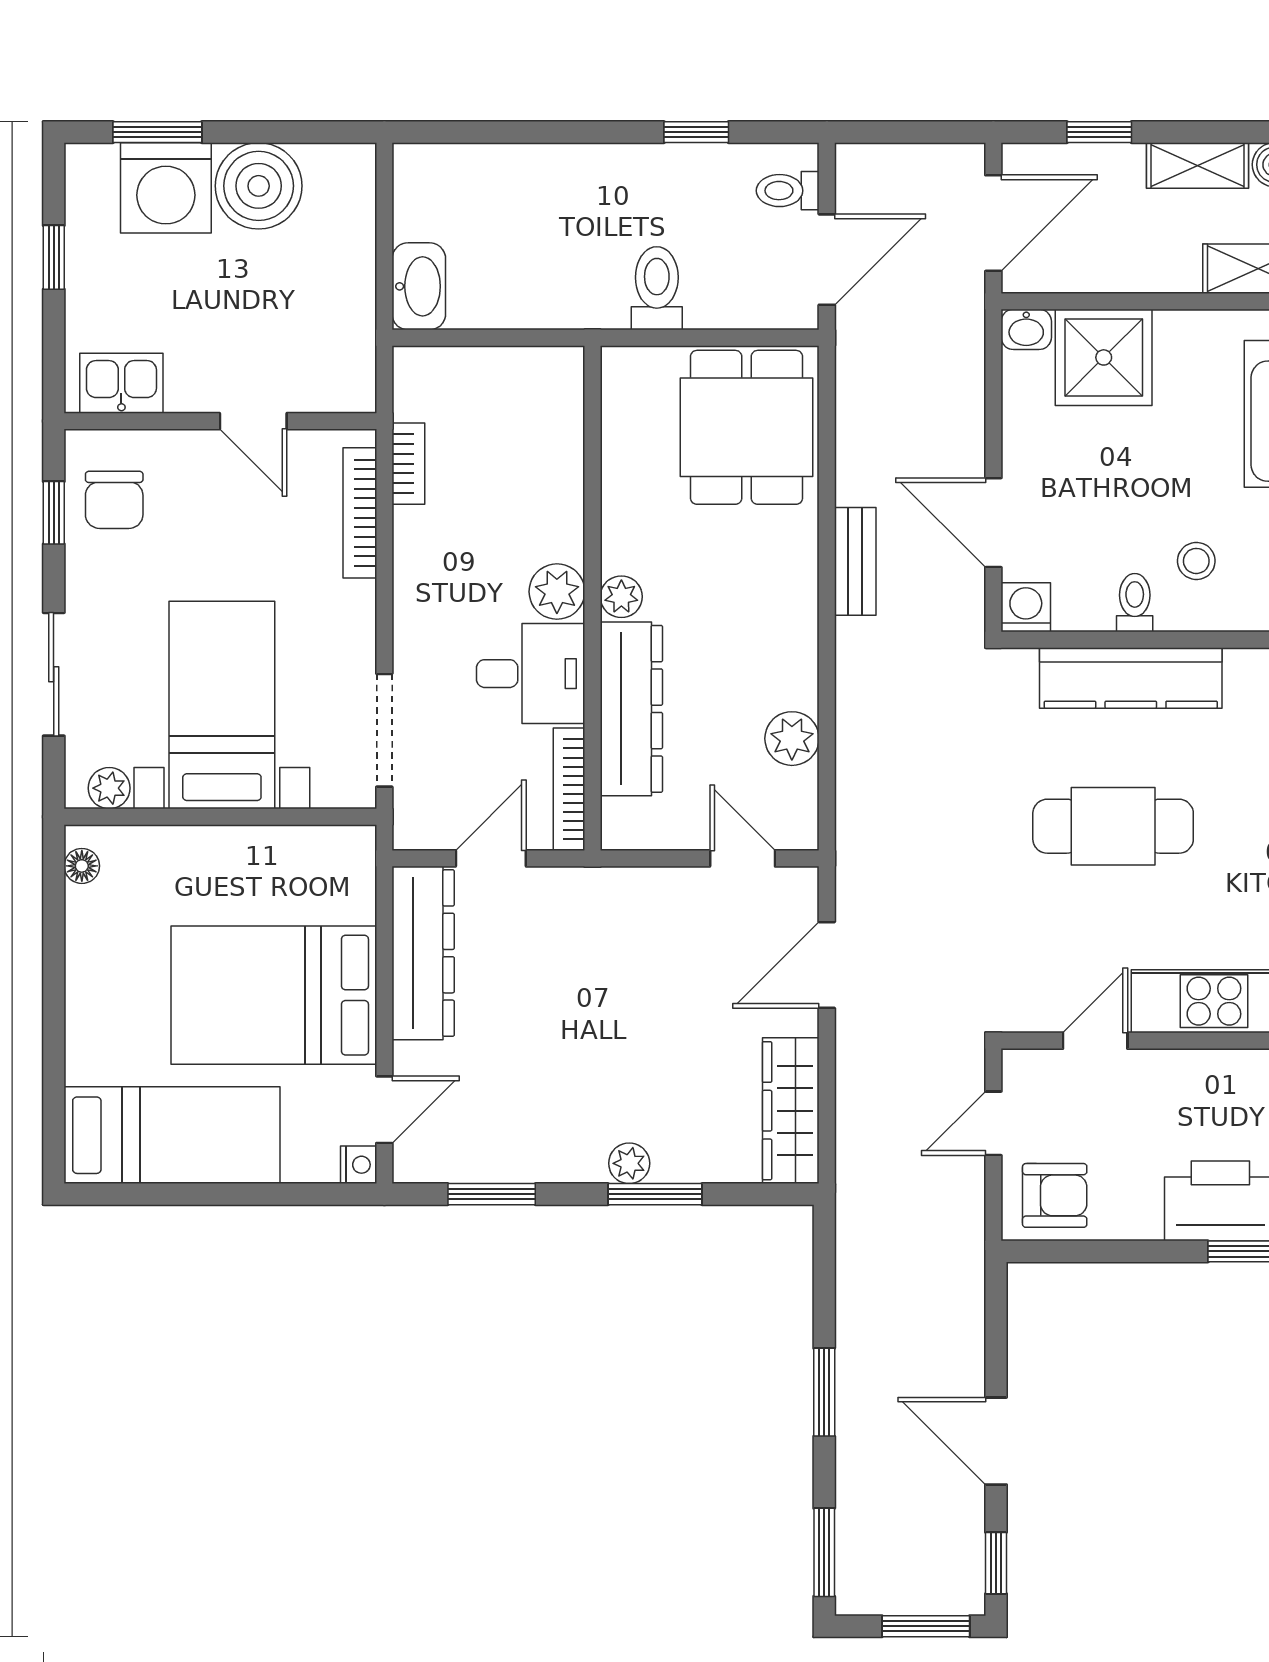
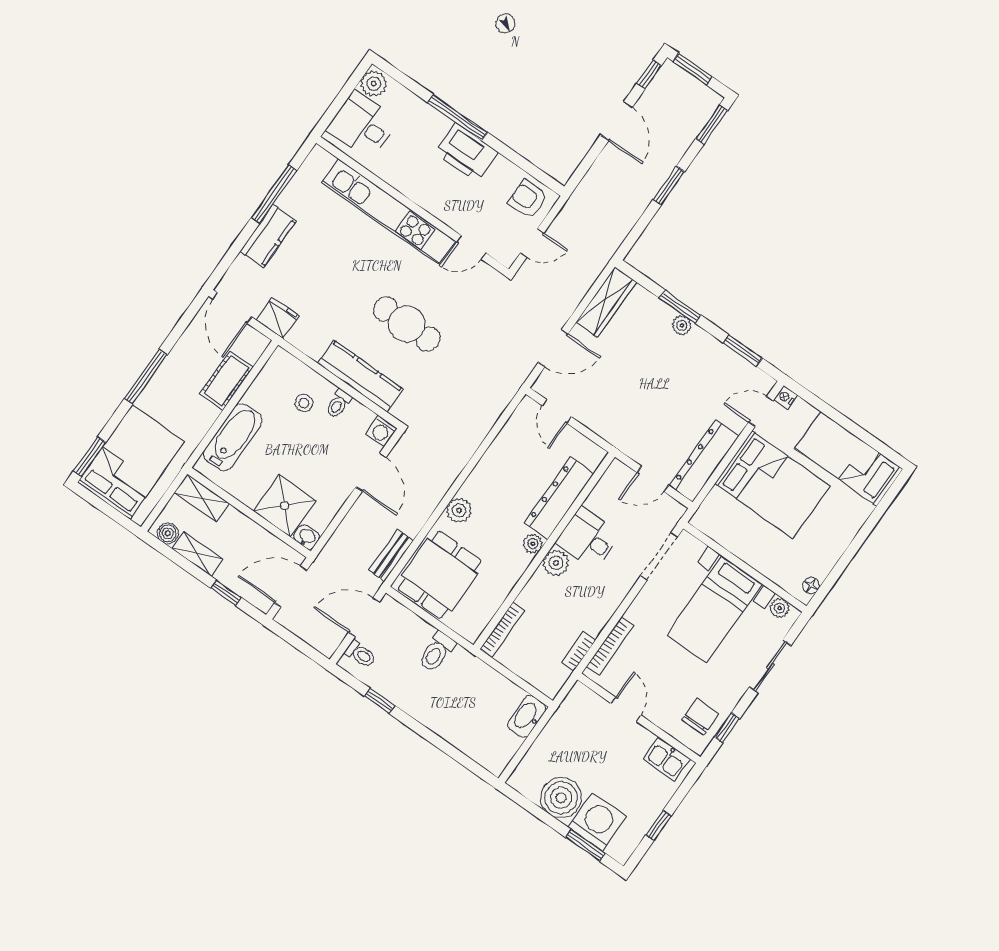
bench: (855, 561) -> (391, 556), moved
plant: (792, 739) -> (459, 510), moved
bookcase: (569, 789) -> (502, 630), moved

